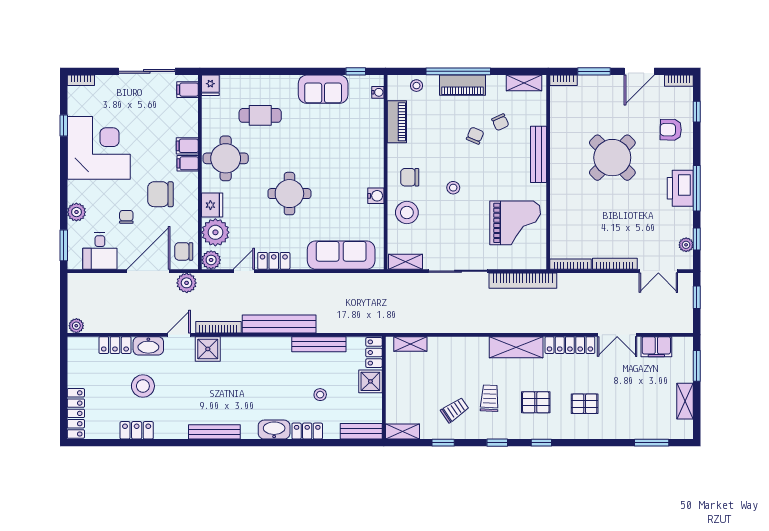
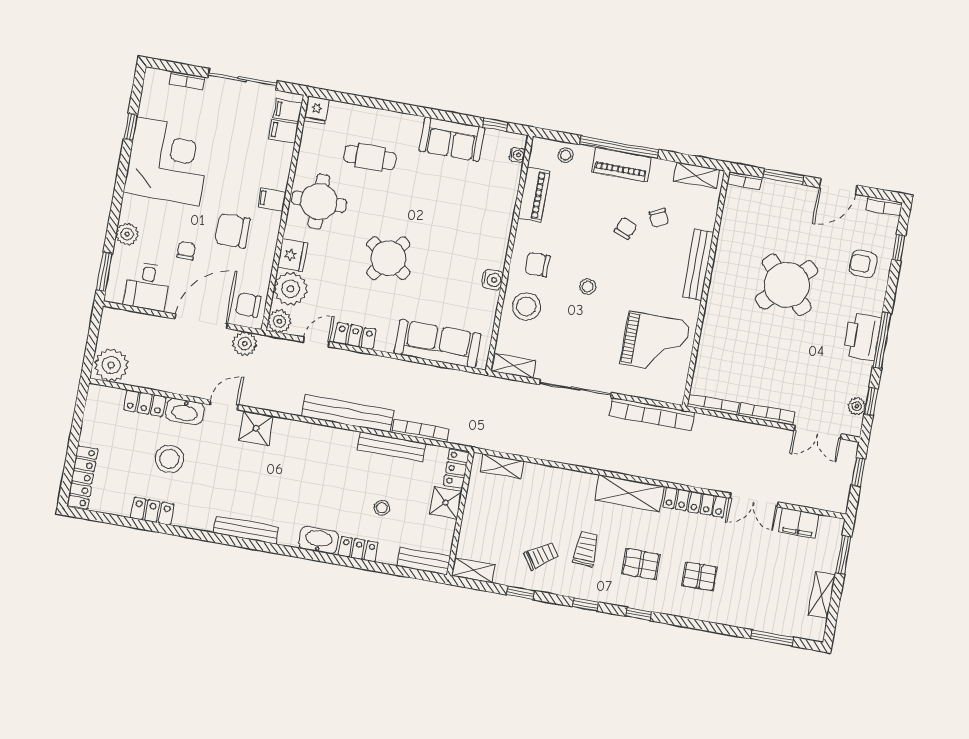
bookcase: (81, 80) -> (187, 80), moved
filing cabinet: (187, 146) -> (284, 131), moved
round table: (289, 194) -> (388, 258), turned 35
plant: (76, 326) -> (111, 365), width x1.87, depth x1.87
bookcase: (218, 327) -> (420, 431), moved

